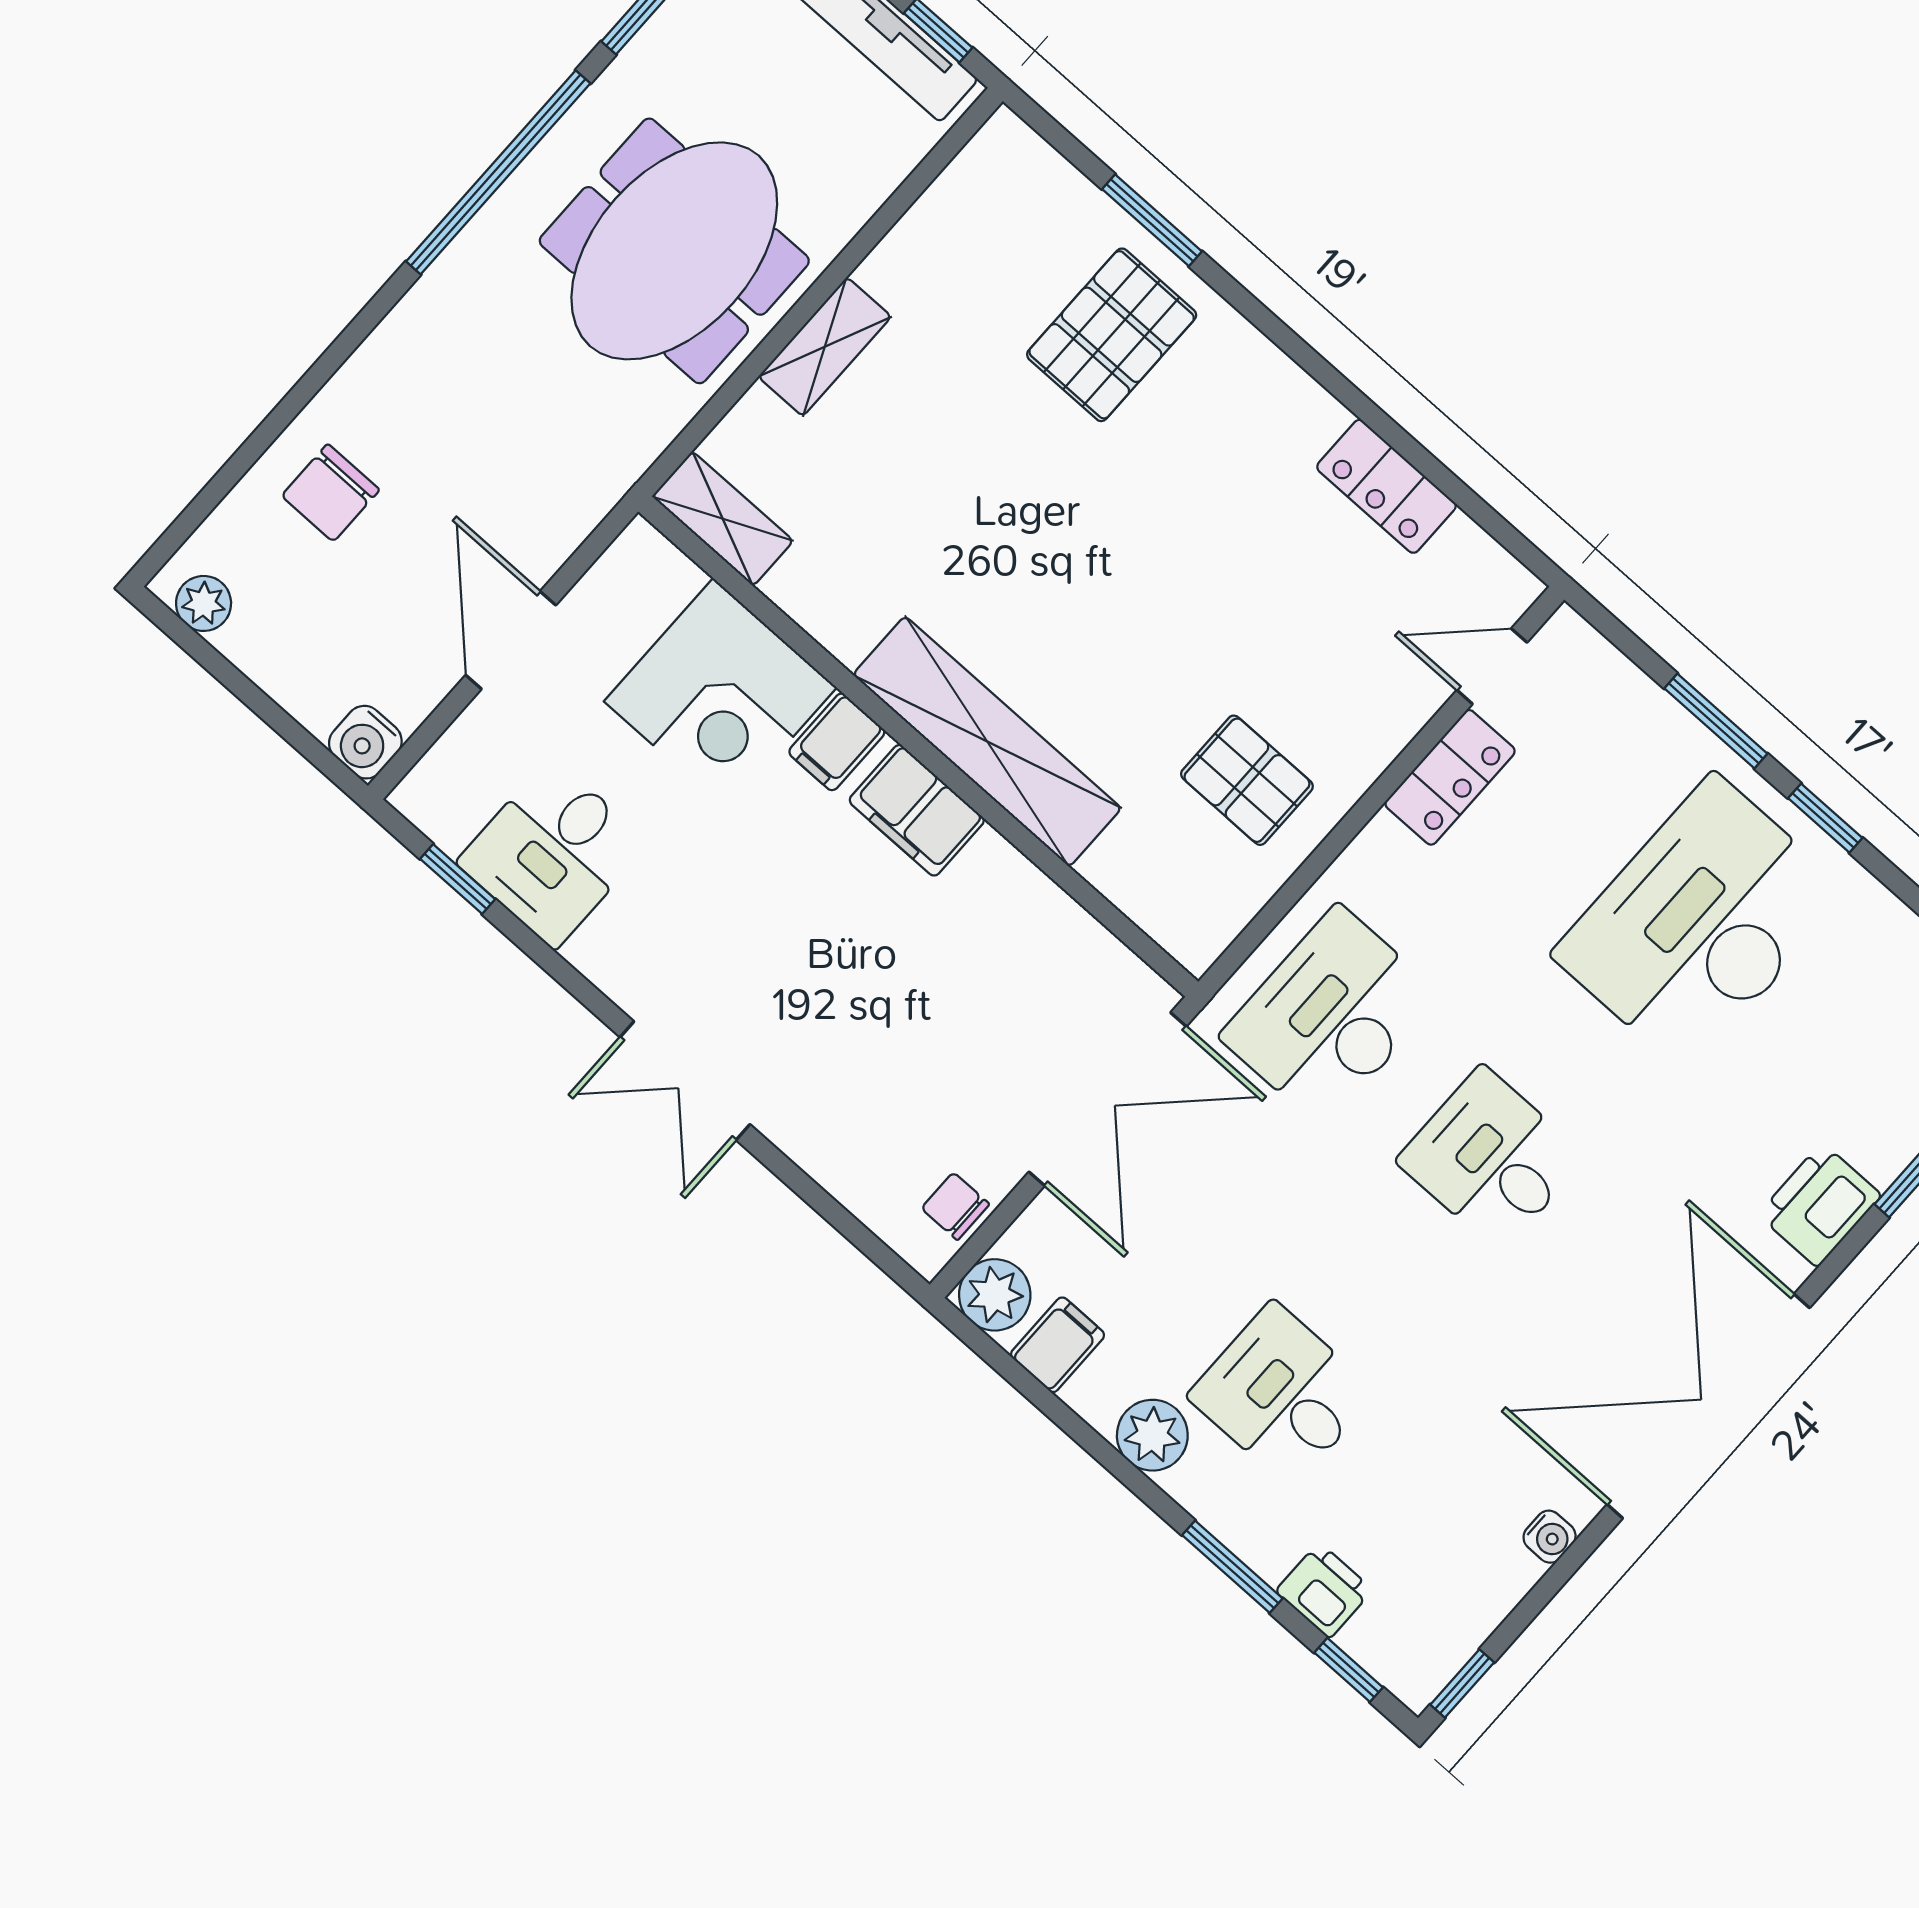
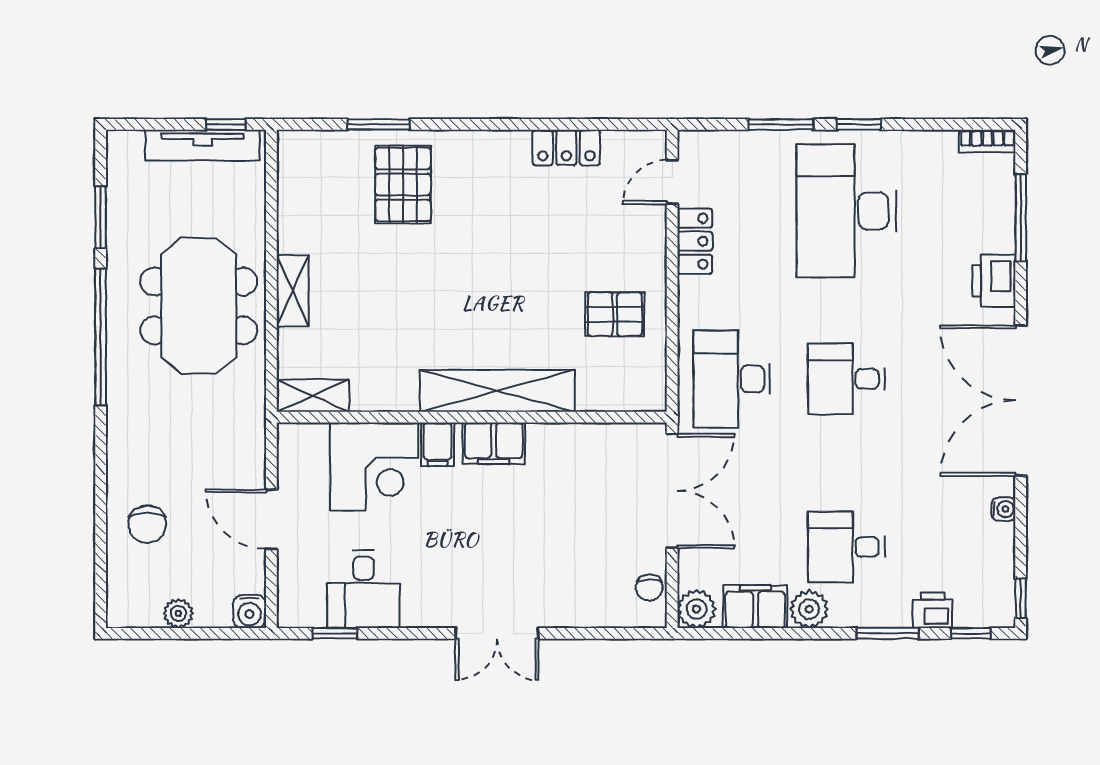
plant: (204, 603) -> (178, 613), moved
chair: (955, 1206) -> (649, 588), turned -90
filing cabinet: (1058, 1345) -> (755, 607), width x2.00

